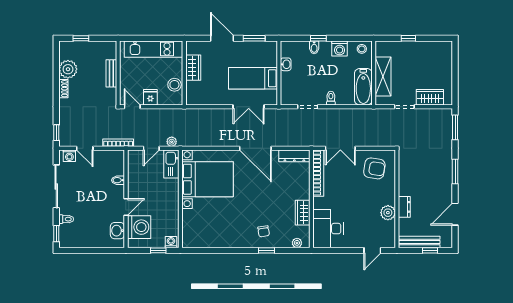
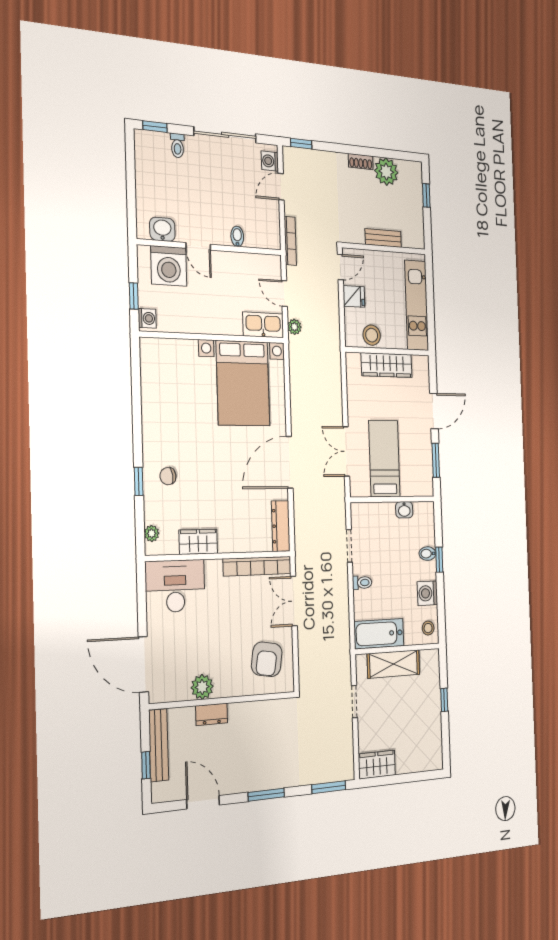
wardrobe: (193, 68) -> (387, 365), width x1.50
wardrobe: (430, 97) -> (377, 765), moved, turned -90
door: (372, 250) -> (143, 664), width x1.88

